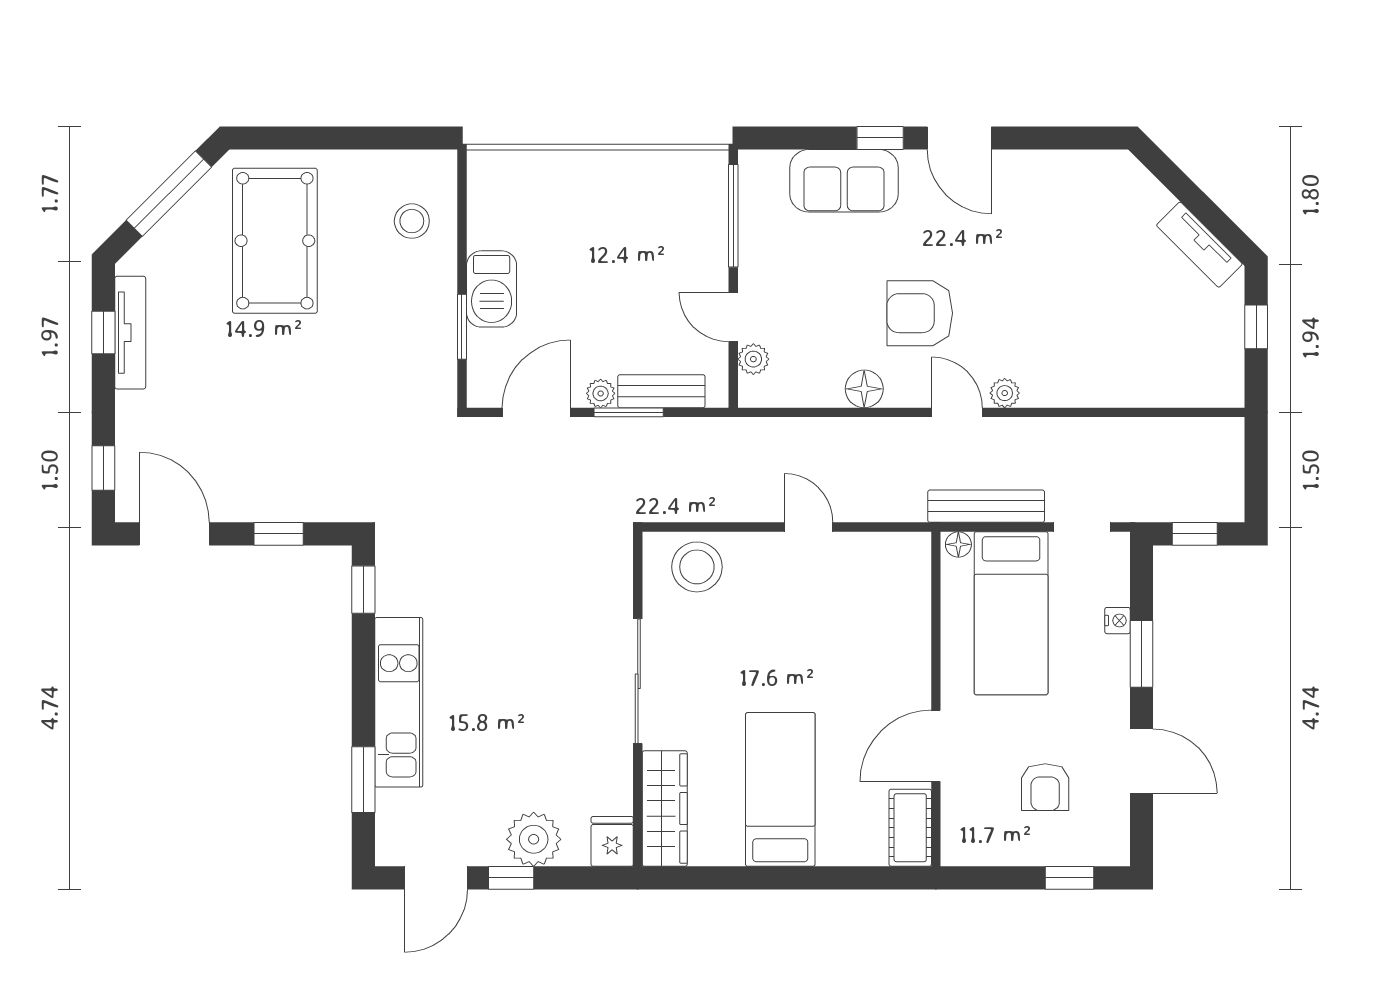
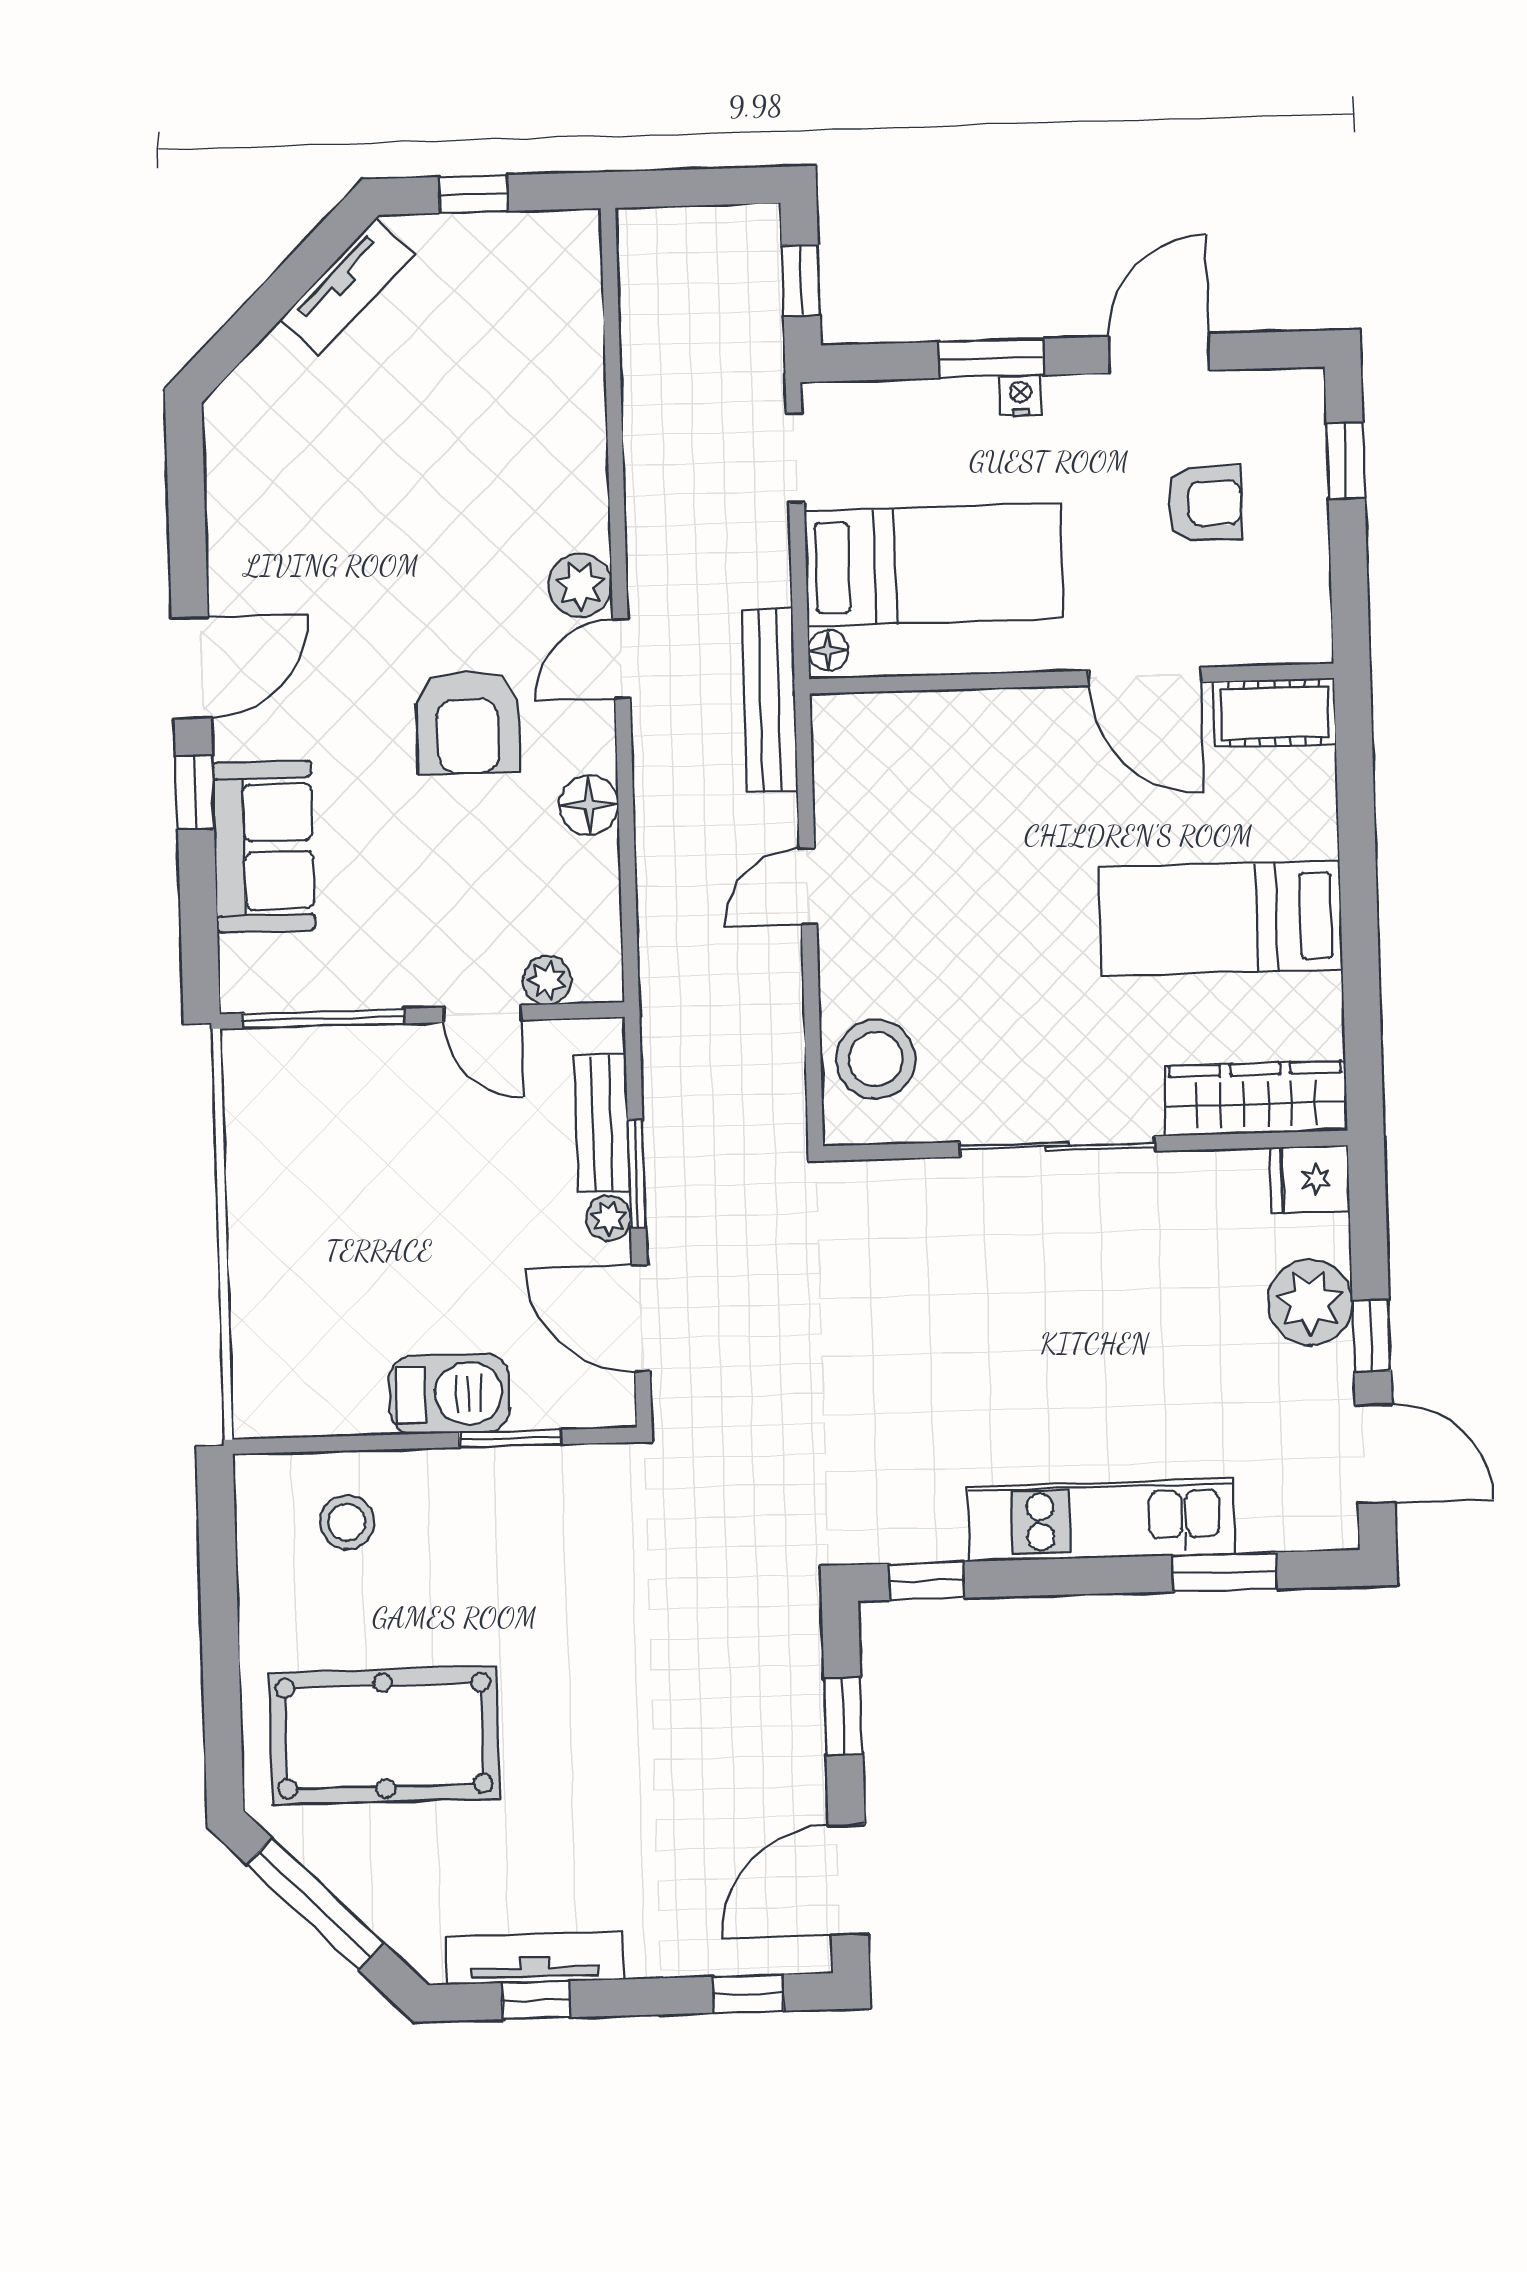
door: (733, 317) -> (483, 1014), hinge flipped
plant: (1005, 393) -> (580, 585), width x1.38, depth x1.38
bench: (986, 506) -> (770, 700), moved
nightstand: (1117, 621) -> (1021, 395), moved

